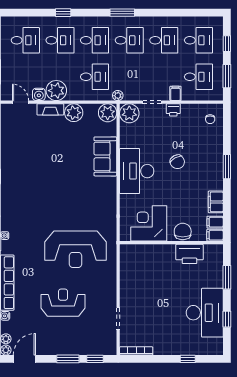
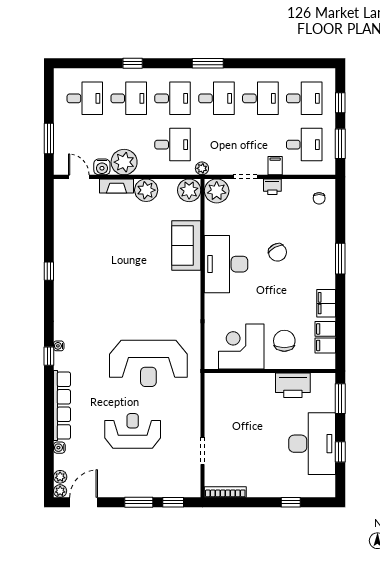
corner desk: (149, 223) -> (241, 346), moved
wall: (171, 243) -> (270, 371), moved
printer: (189, 254) -> (293, 385), moved

